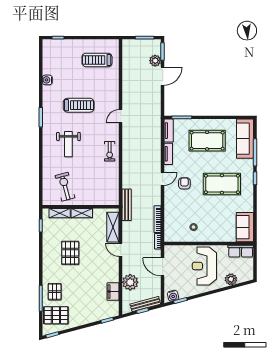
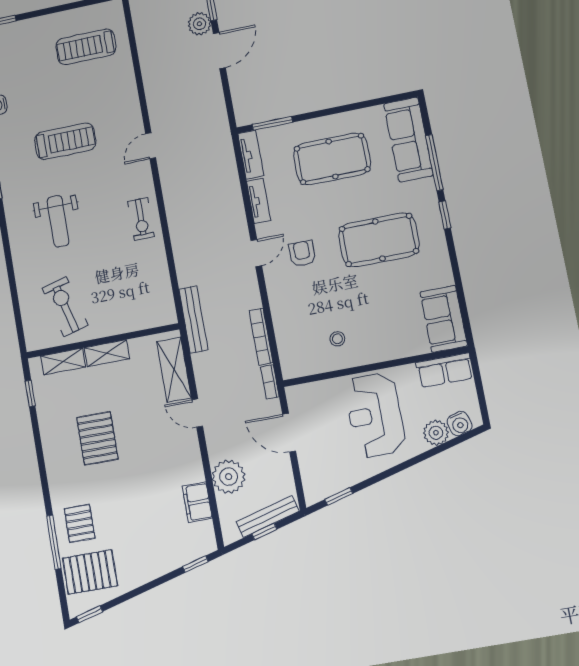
water cooler: (173, 296) -> (460, 424), moved

